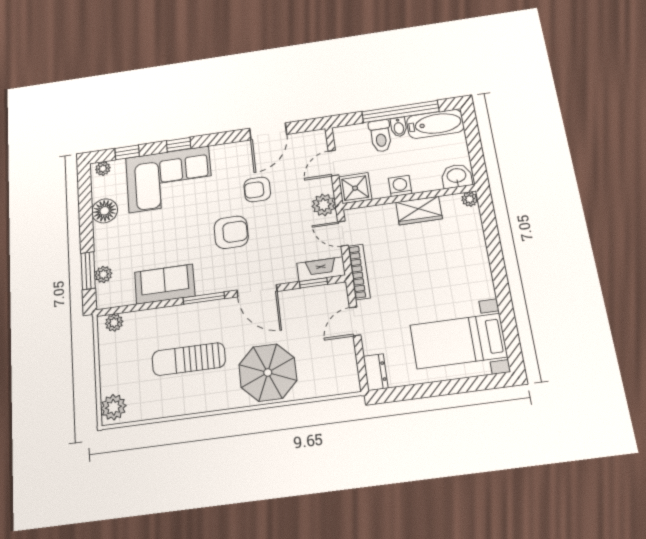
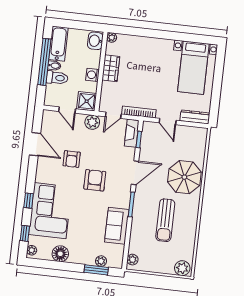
dresser: (376, 372) -> (195, 117), width x1.44

